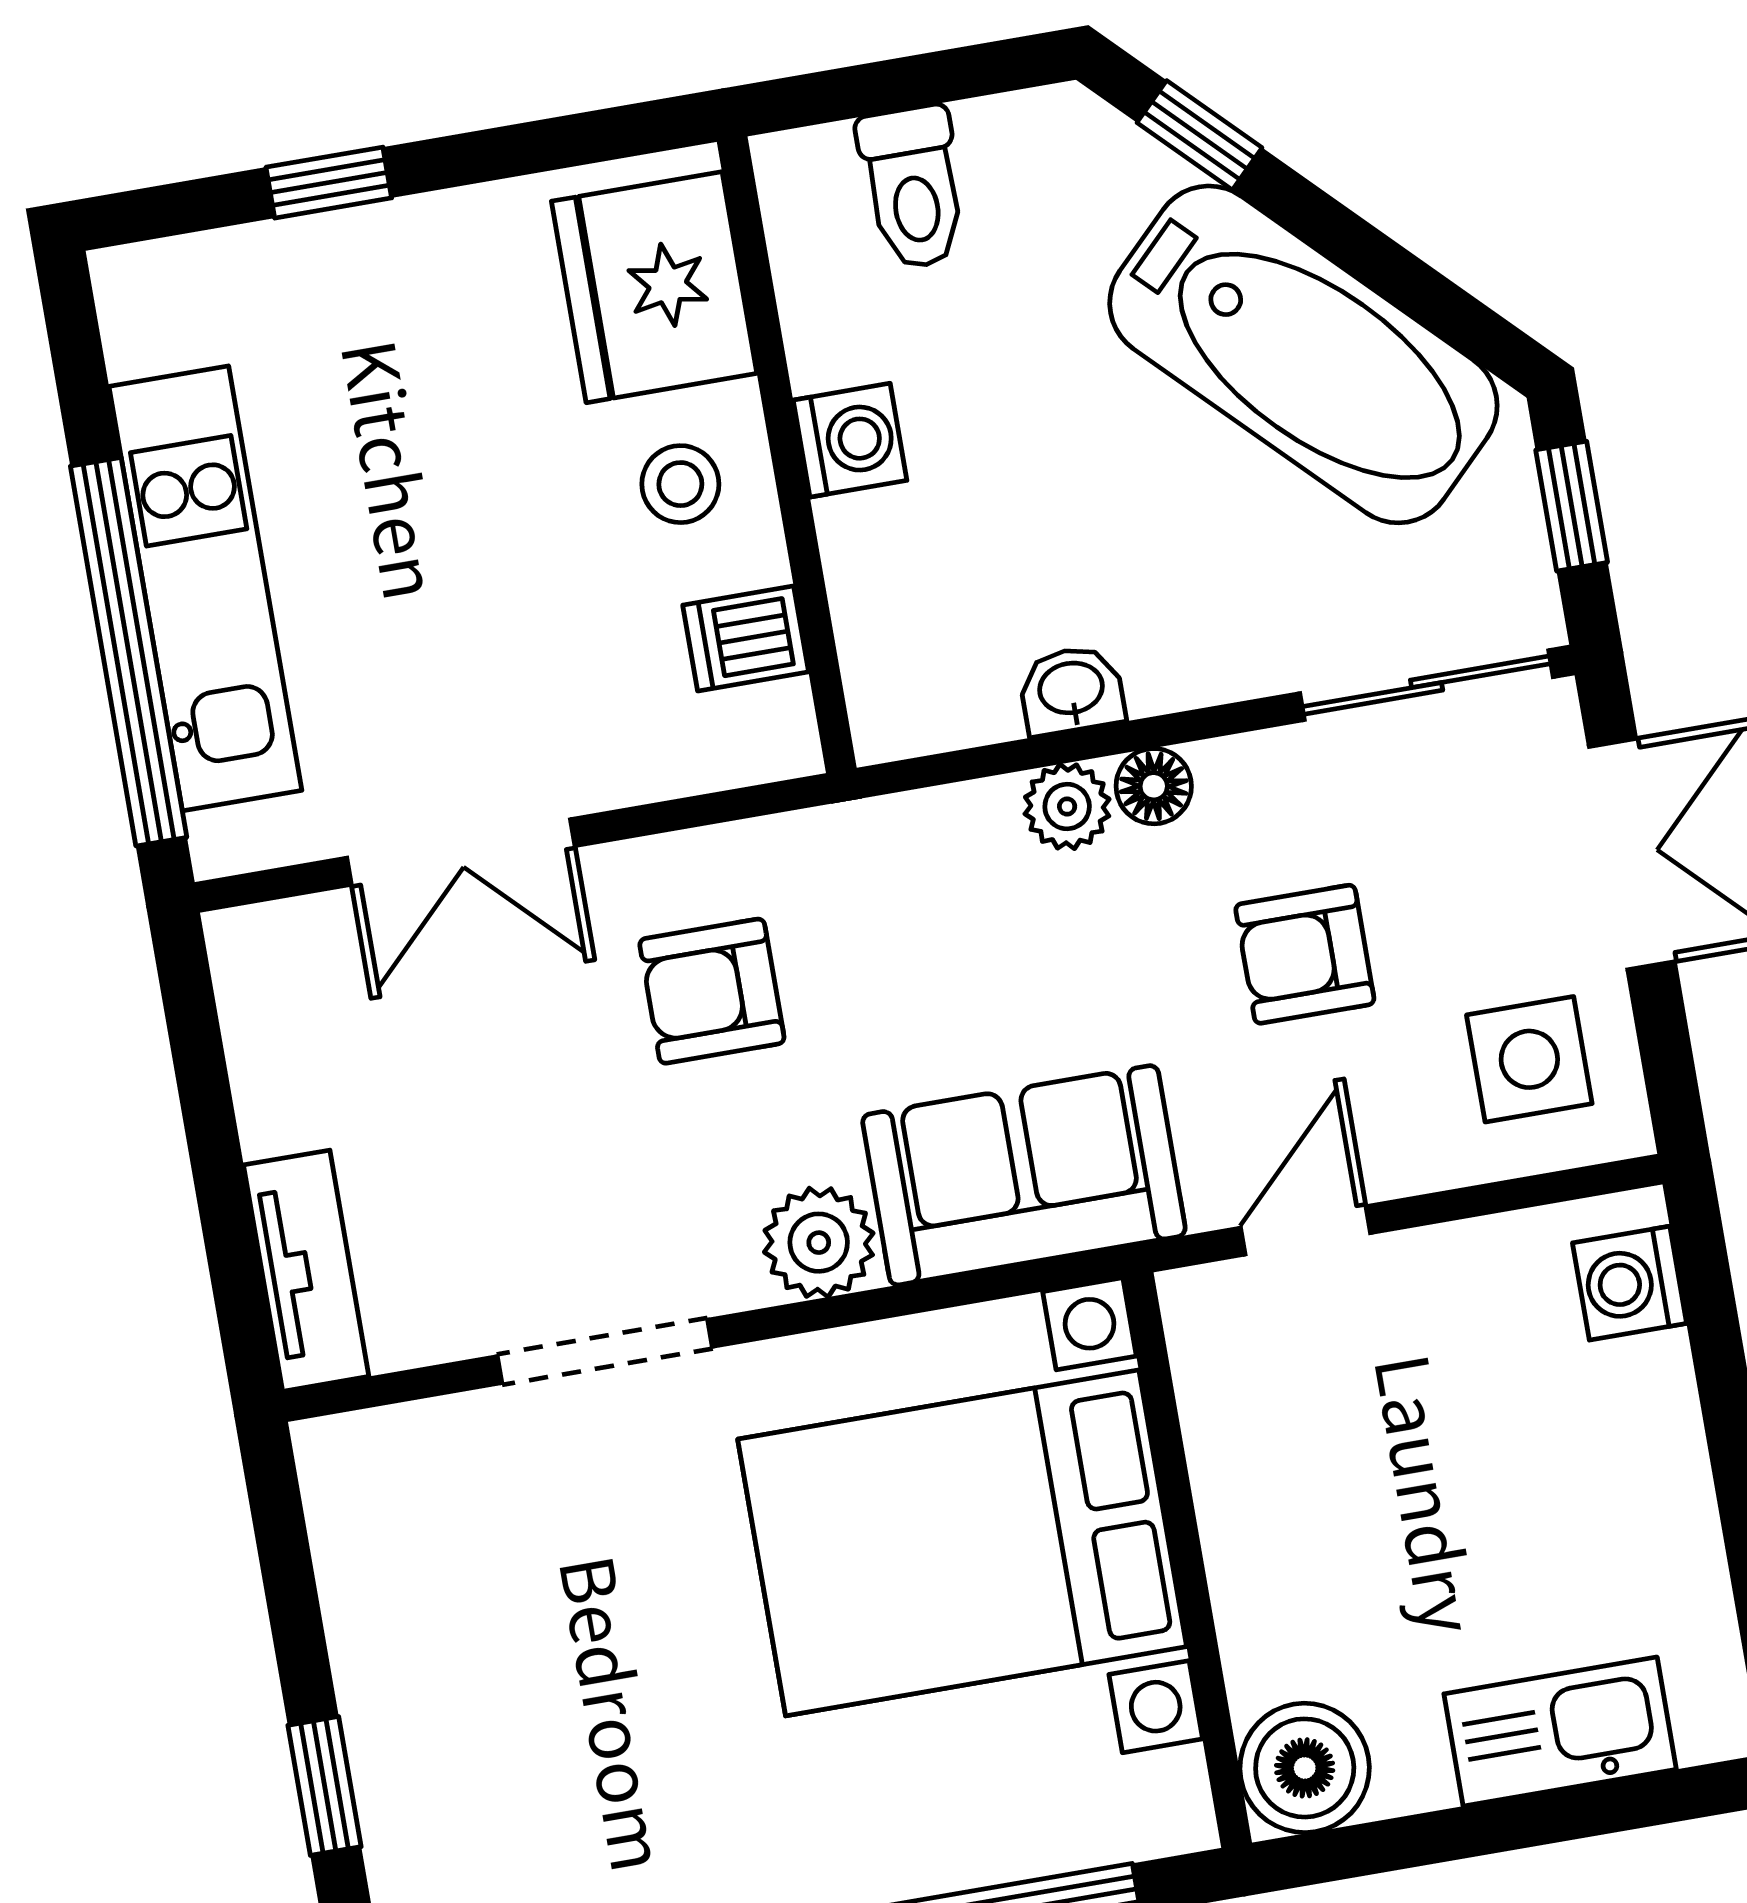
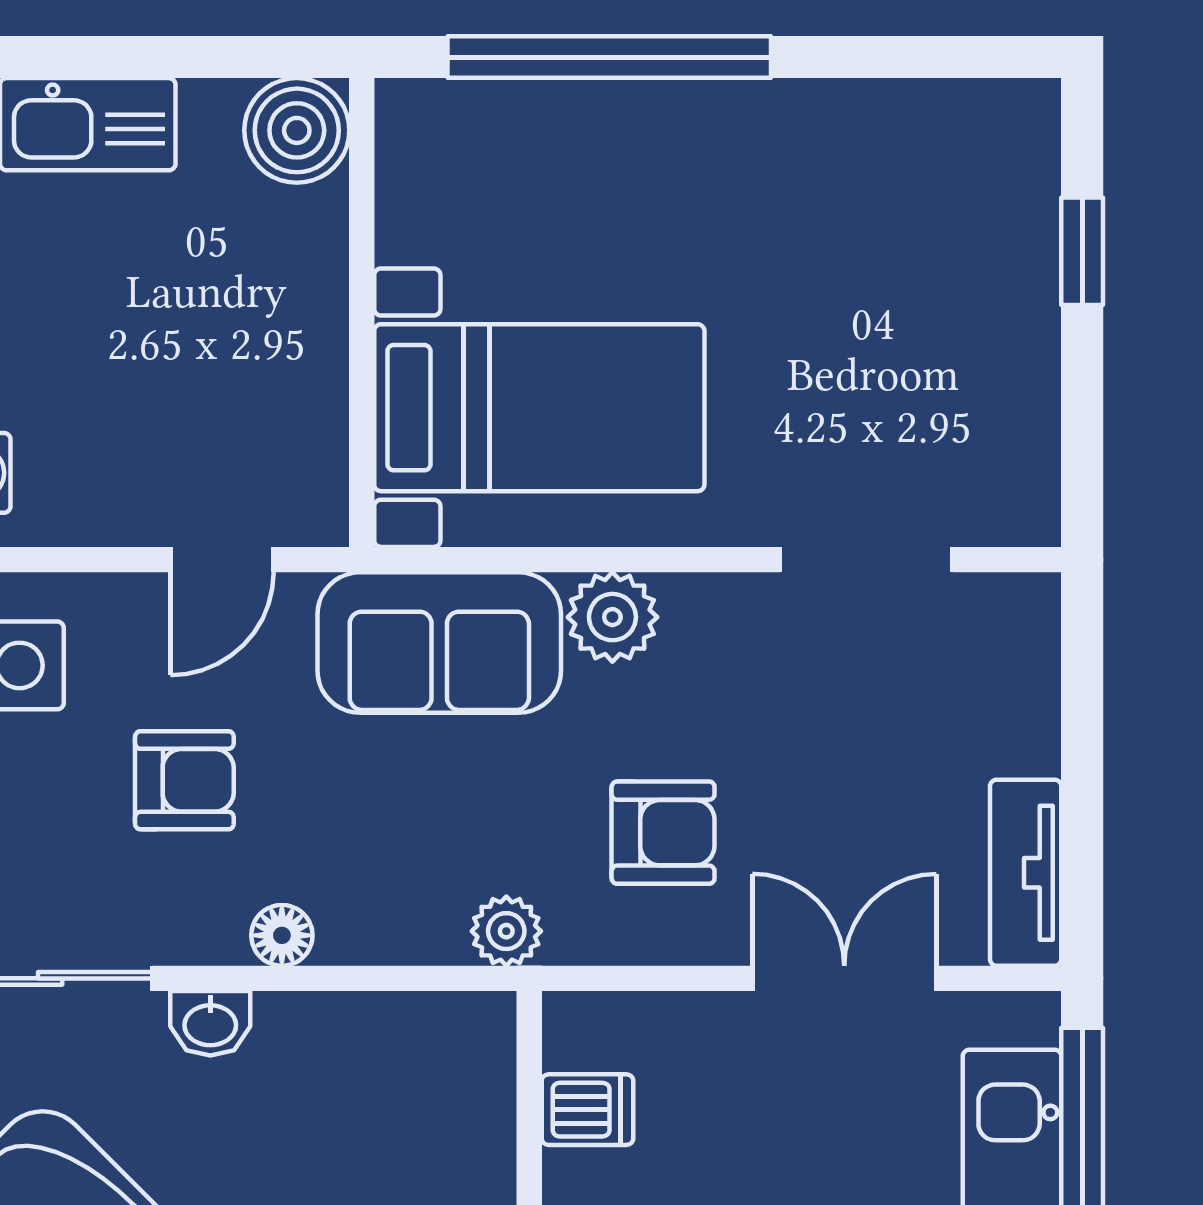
washbasin: (1071, 690) -> (210, 1023), moved
plant: (1067, 806) -> (506, 931), moved
tv unit: (306, 1271) -> (1026, 873), moved
doorway: (605, 1351) -> (866, 560), moved
bed with nightstands: (962, 1543) -> (539, 408), width x0.73

